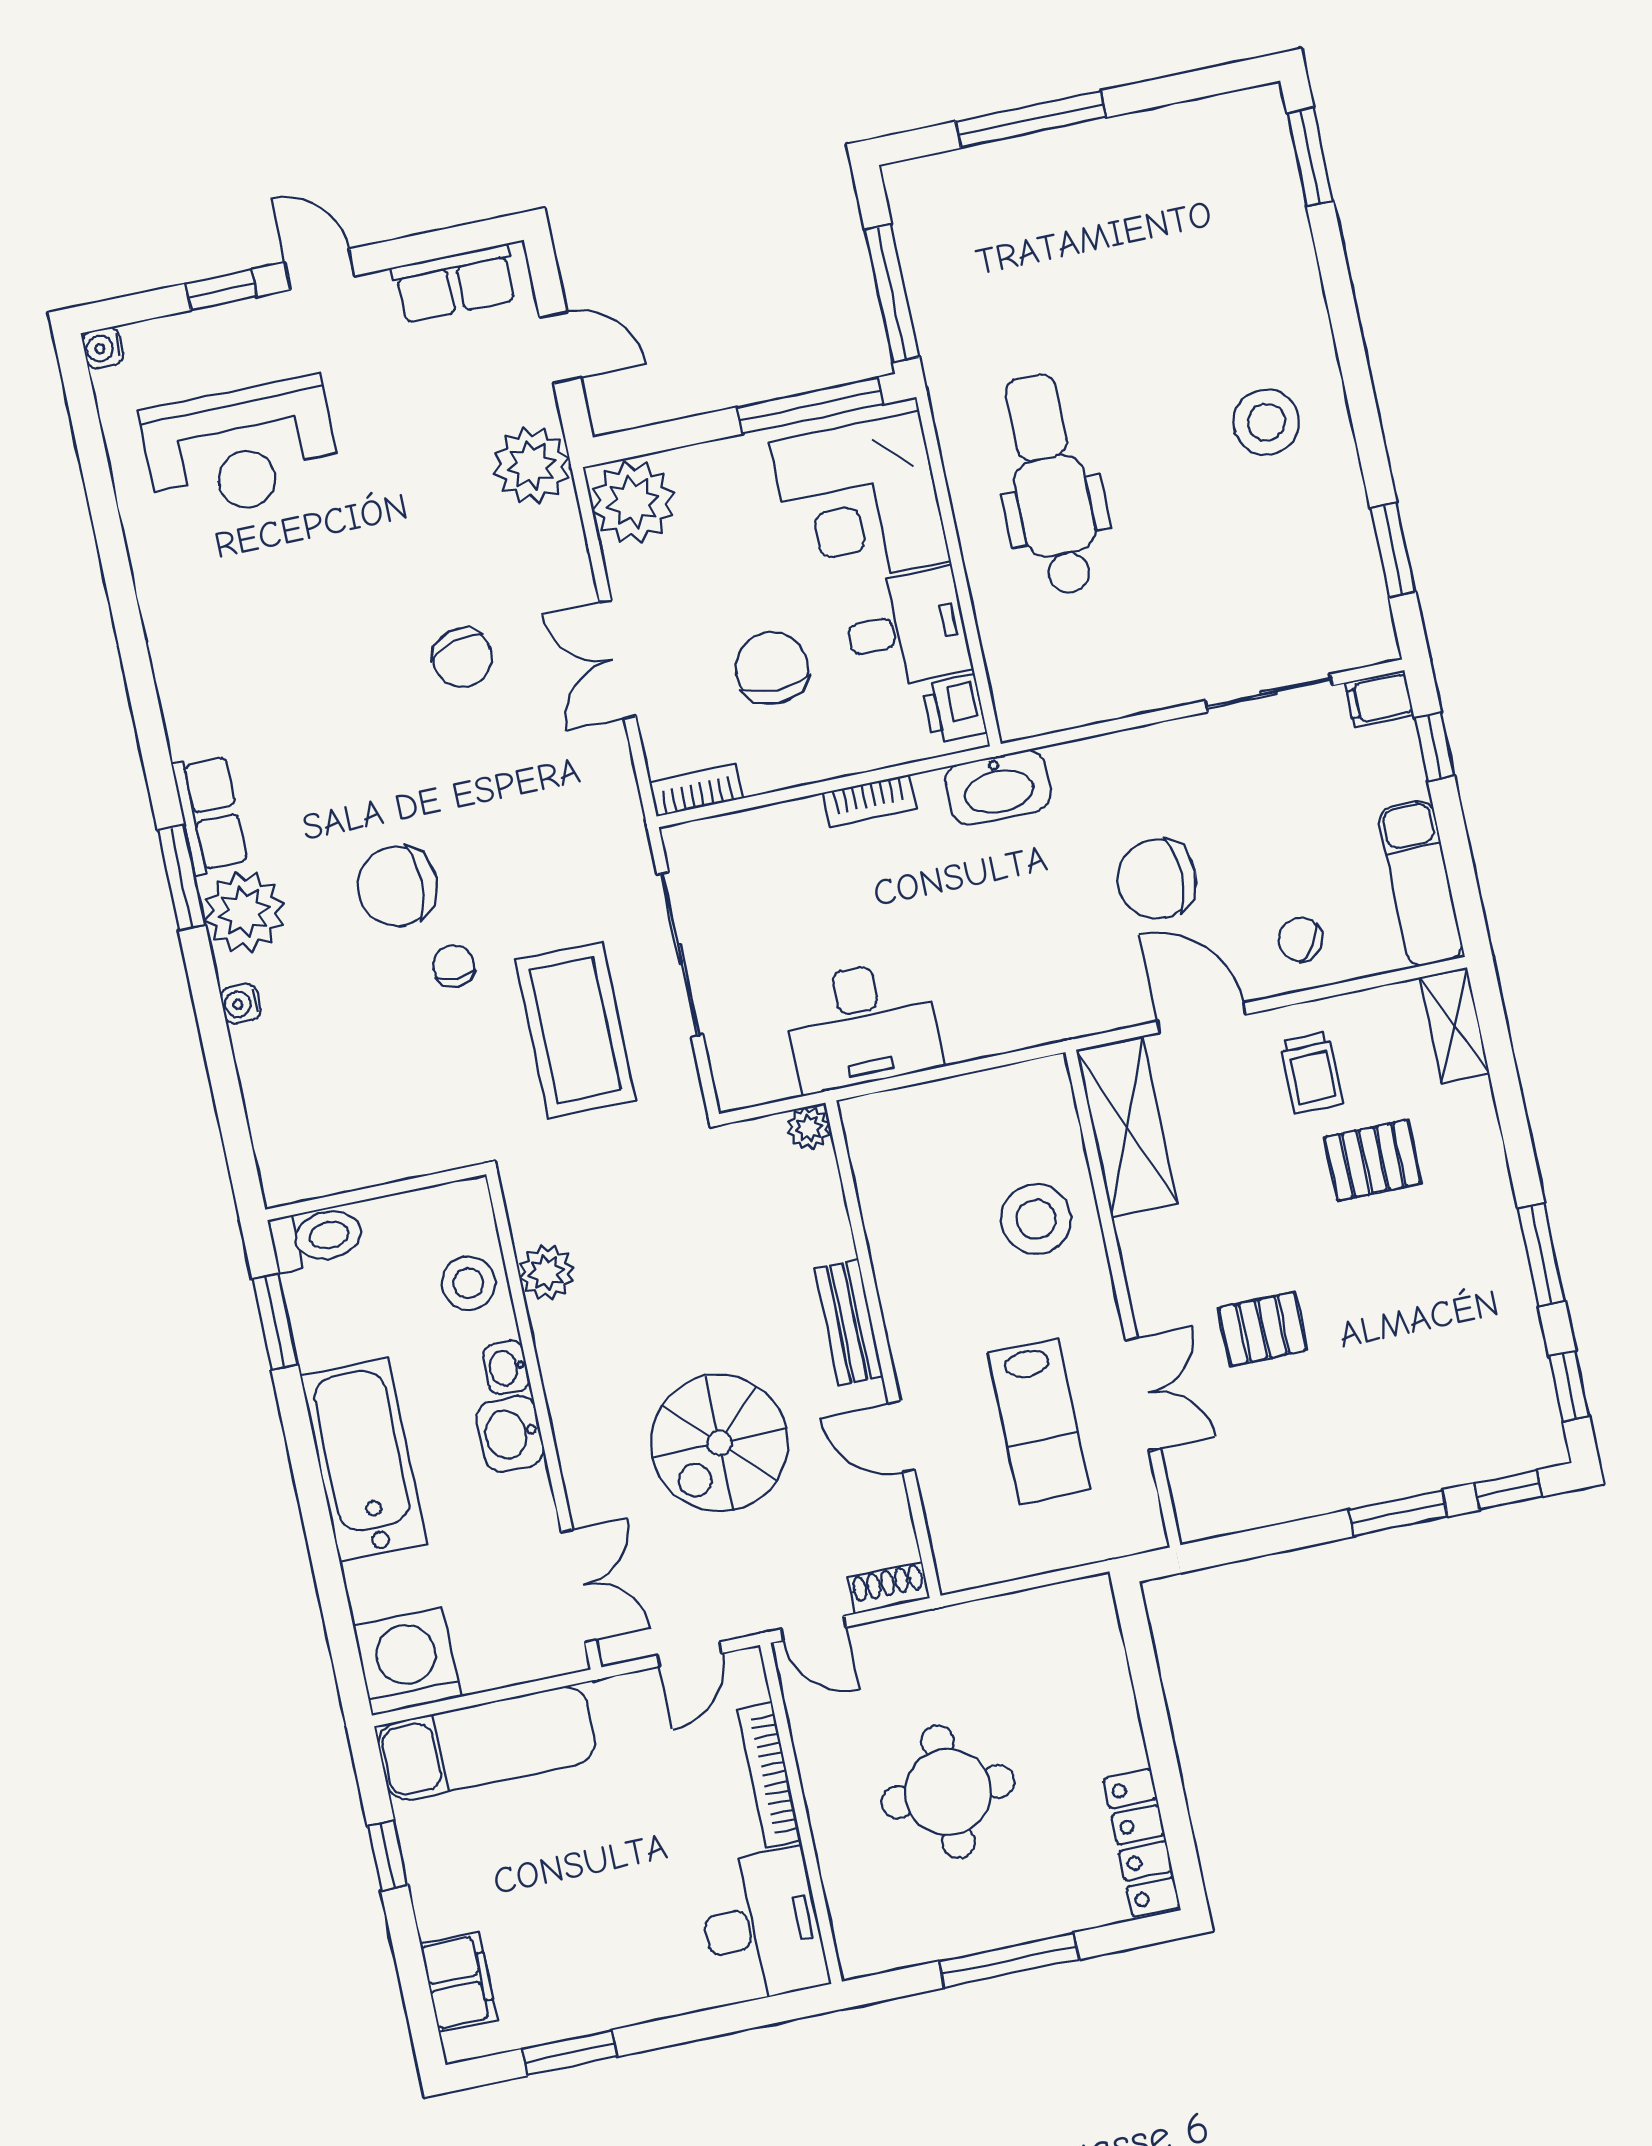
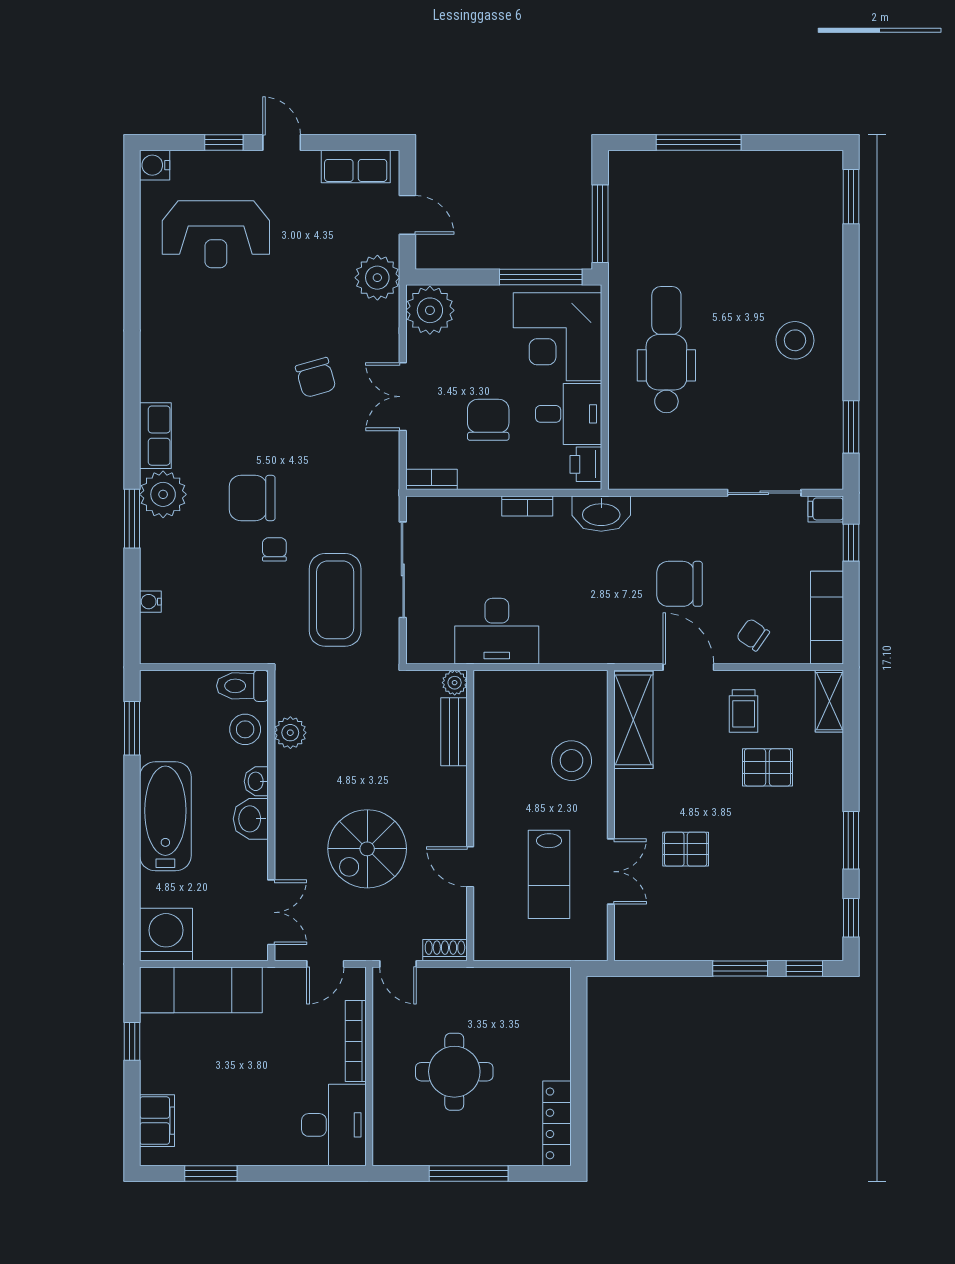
water cooler: (103, 348) -> (155, 165), width x1.38, depth x1.38
window: (181, 878) -> (132, 519), moved
water cooler: (241, 1004) -> (150, 602), moved
toilet: (317, 1238) -> (242, 686), moved, turned 180
bench: (849, 1322) -> (454, 732), moved

